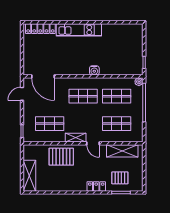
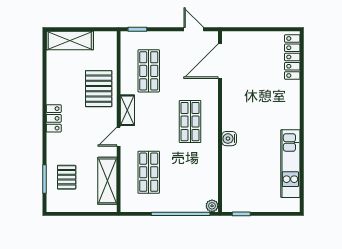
kitchen unit: (79, 30) -> (290, 164), moved
shop shelf: (117, 96) -> (190, 172), removed
locker: (96, 186) -> (54, 118), moved

